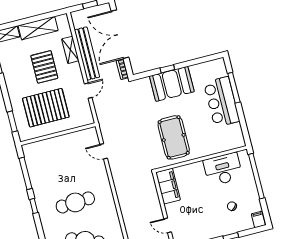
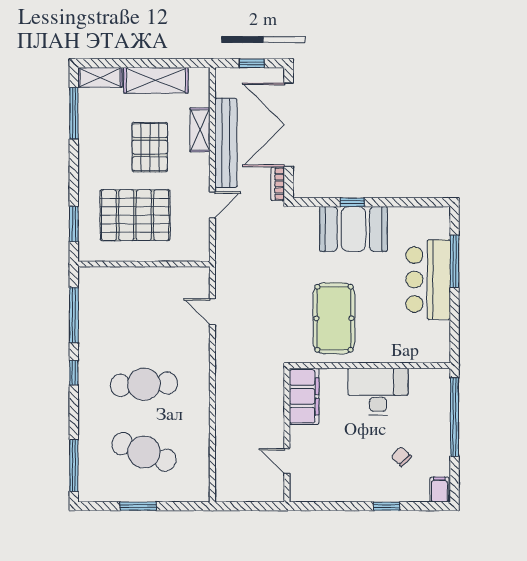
desk: (223, 169) -> (378, 392), moved

